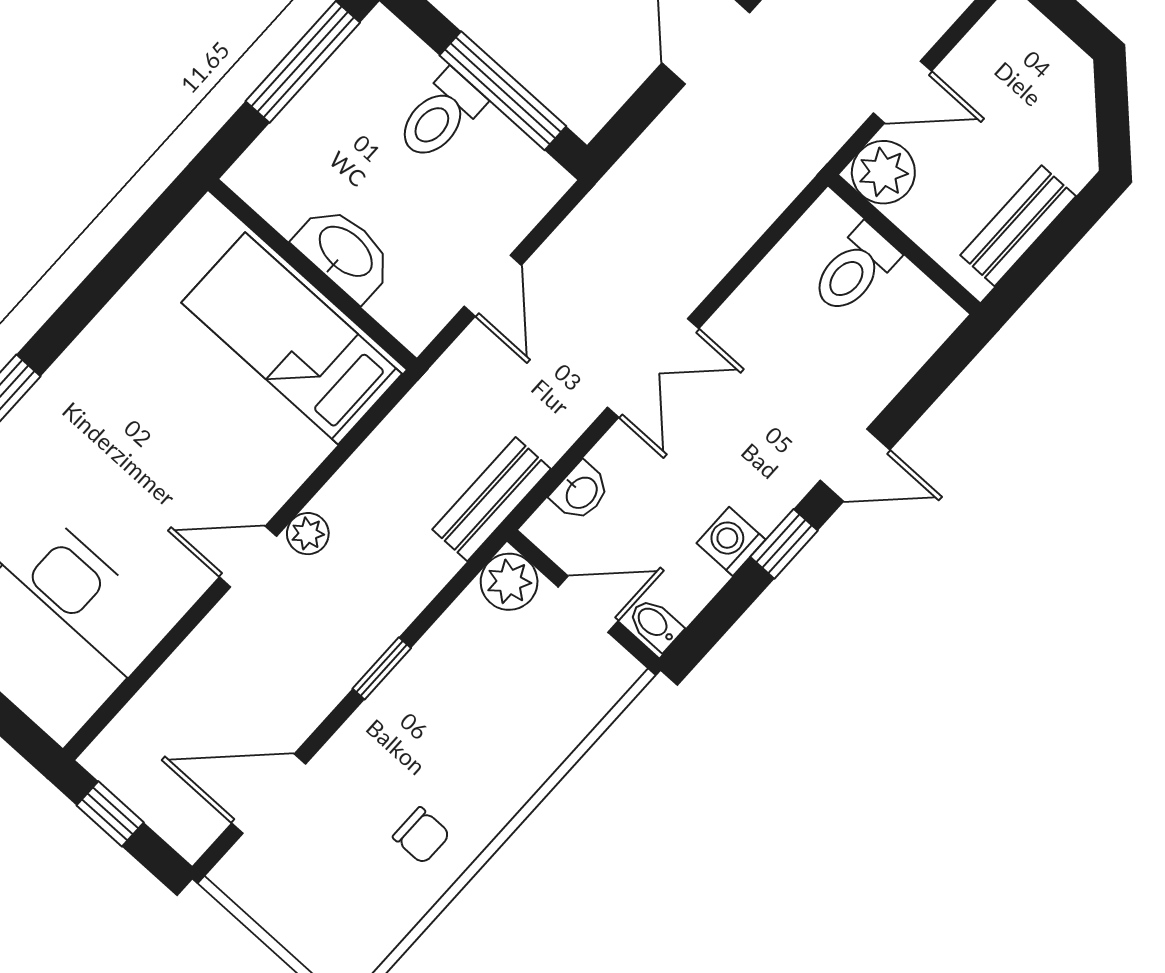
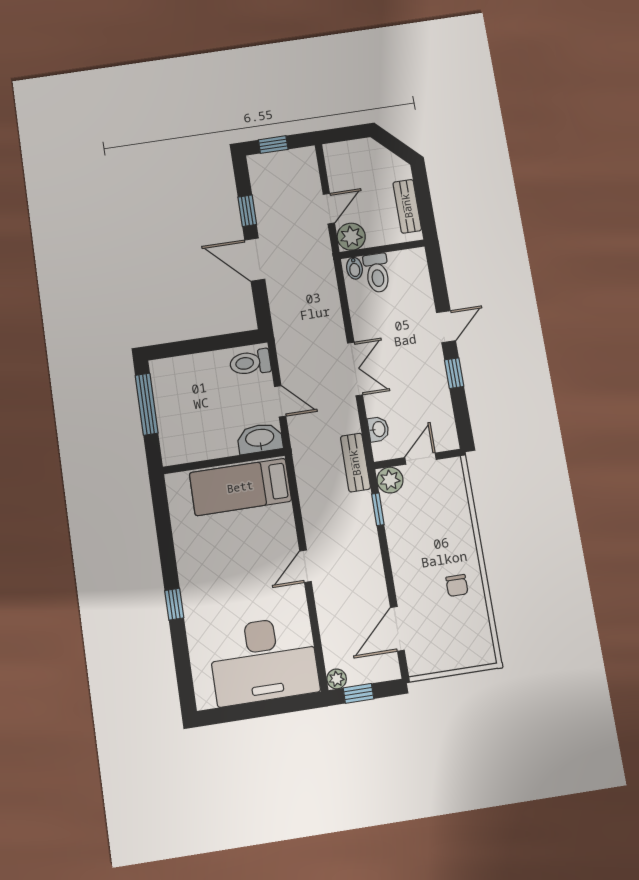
window: (503, 91) -> (215, 343), removed
toilet: (440, 116) -> (250, 363), moved, turned 90
washbasin: (345, 253) -> (260, 438), moved
plant: (308, 534) -> (337, 679), moved
washing machine: (731, 541) -> (438, 391), removed
bidet: (655, 624) -> (354, 268), moved, turned -90
window: (382, 668) -> (378, 509), moved
chair: (421, 836) -> (457, 585), turned 90

